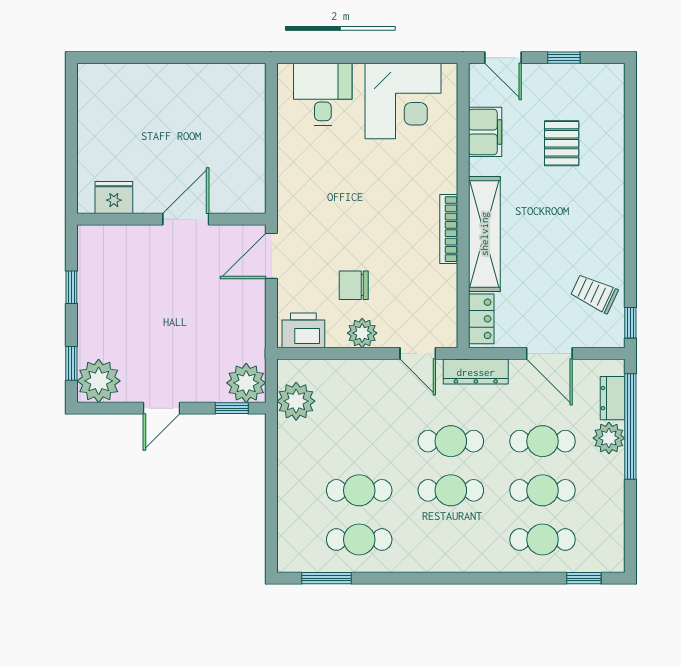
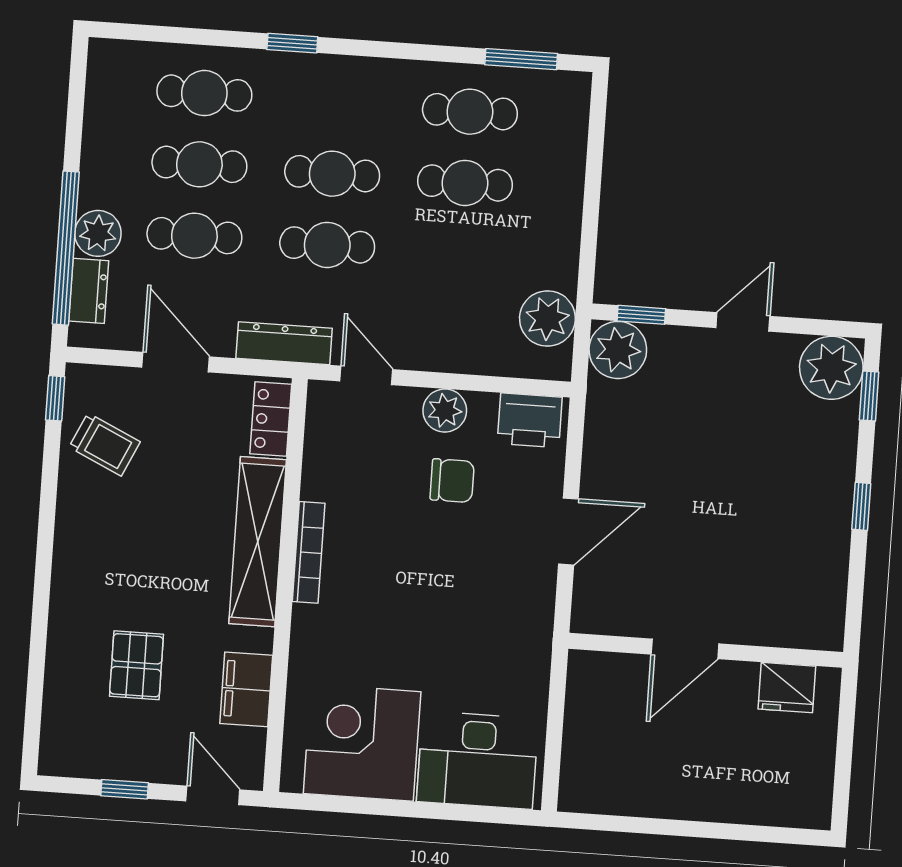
desk: (323, 94) -> (477, 760), width x1.37
fridge: (114, 198) -> (787, 688), moved
wall: (171, 219) -> (706, 650), moved
door: (186, 219) -> (685, 649), moved
window: (584, 578) -> (292, 43), moved

